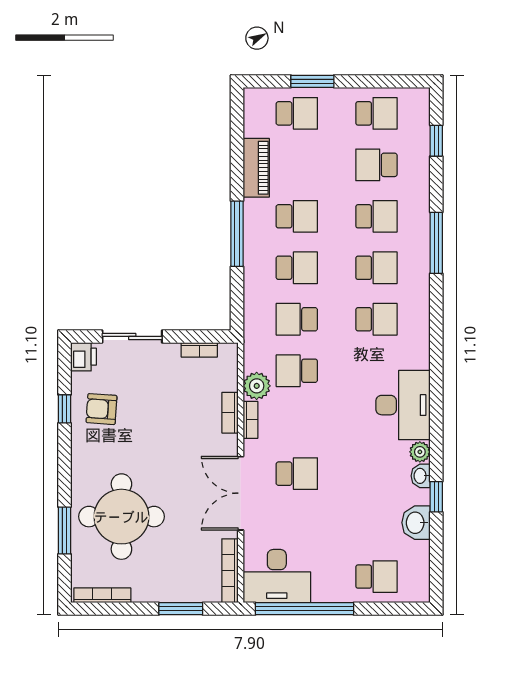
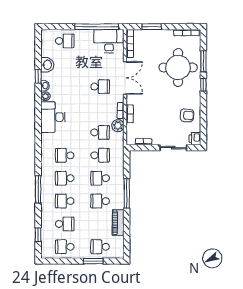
window: (64, 409) -> (203, 85), moved
school desk: (297, 474) -> (100, 87), turned 180
school desk: (376, 577) -> (65, 41), turned 180

